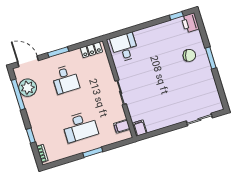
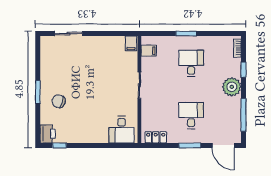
plant: (28, 88) -> (232, 87), moved
desk: (80, 127) -> (191, 63), width x0.73

